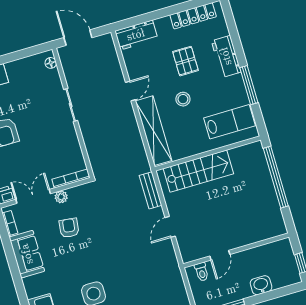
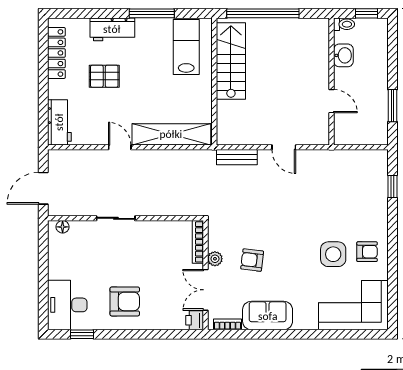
stool: (183, 99) -> (146, 91), removed
stairs: (198, 171) -> (231, 61), moved
toilet: (202, 272) -> (344, 24), moved
washbasin: (261, 285) -> (343, 55), moved, turned 180

